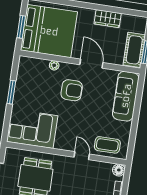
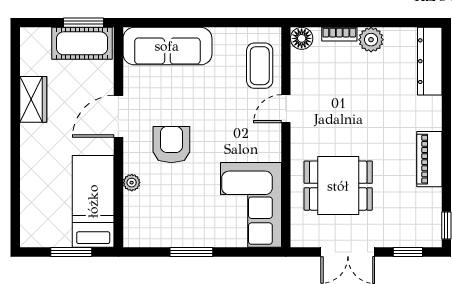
bed: (49, 31) -> (93, 201), width x0.49

